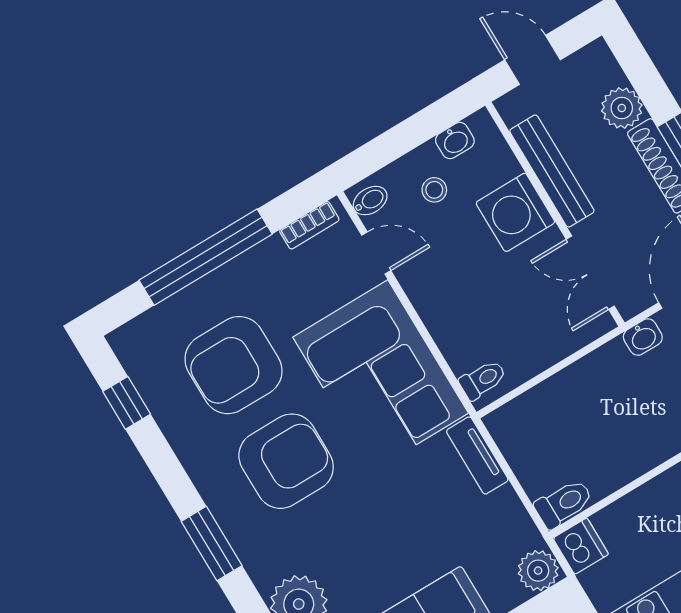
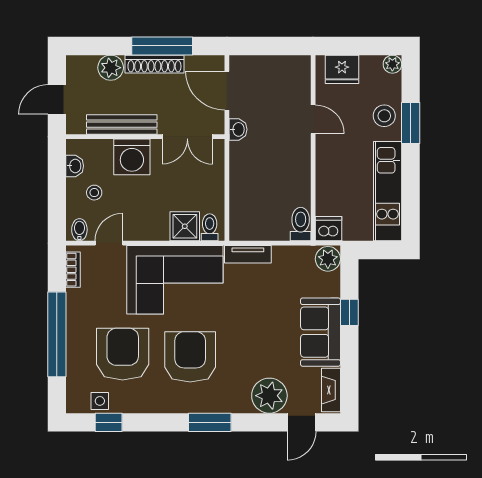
shower: (463, 344) -> (185, 226), added
armchair: (234, 365) -> (123, 354), turned 180
side table: (149, 373) -> (100, 401), added

